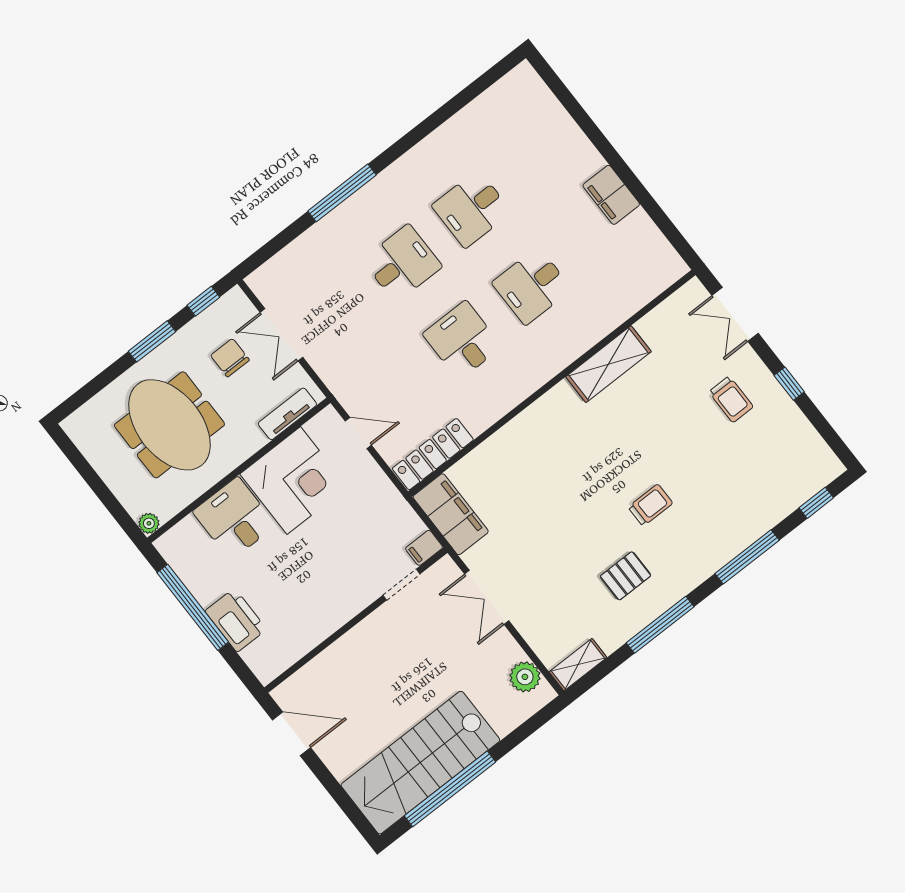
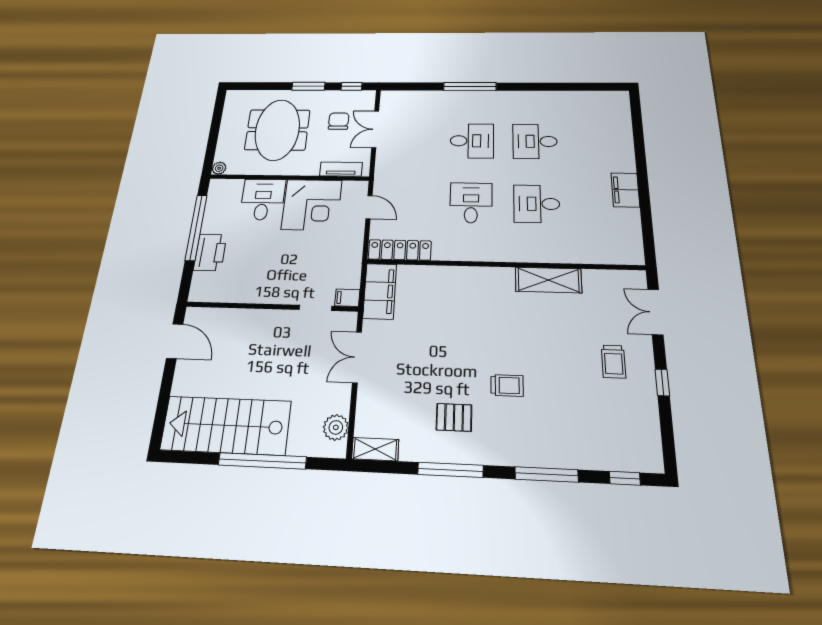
window: (450, 789) -> (262, 461), moved

